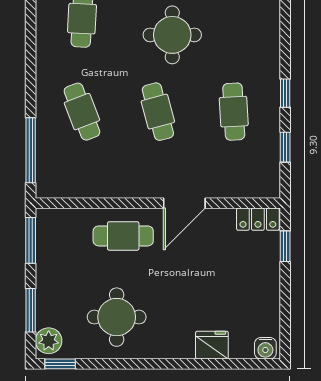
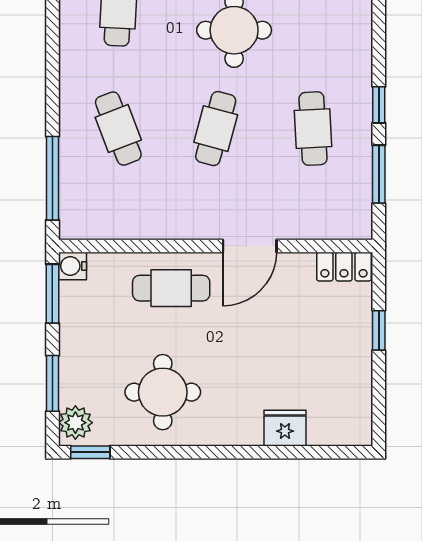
cafe table: (158, 112) -> (216, 129), turned 30
window: (285, 147) -> (379, 174), width x1.50
window: (285, 246) -> (379, 330), moved
water cooler: (265, 348) -> (73, 266), moved, turned 90

